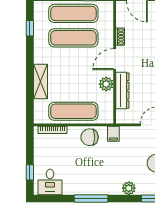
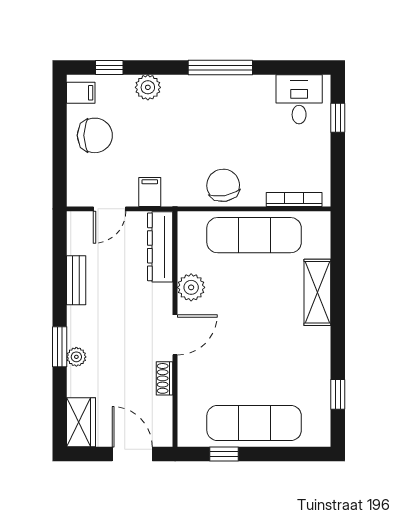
exercise mat: (73, 38) -> (254, 376), removed
dresser: (122, 91) -> (160, 247), moved
filing cabinet: (113, 134) -> (150, 192), moved
chair: (90, 137) -> (223, 185), turned -100

